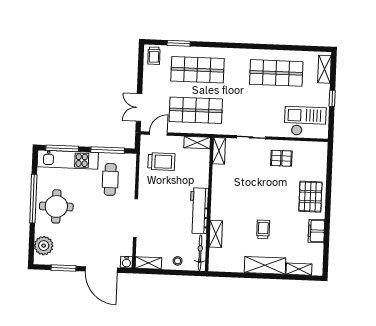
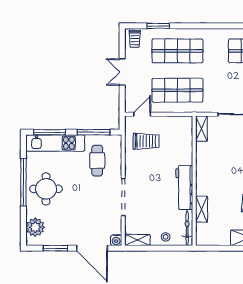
double door: (139, 107) -> (122, 72), moved
shelving: (197, 143) -> (180, 121), removed

